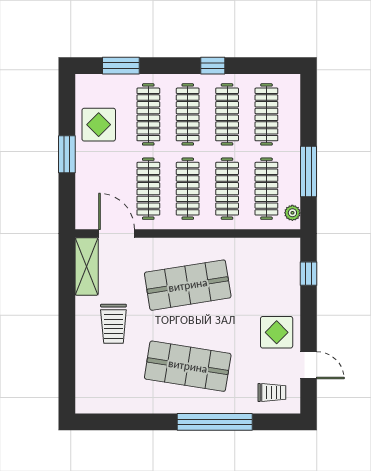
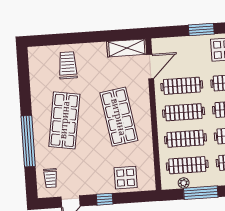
plant: (292, 213) -> (184, 183), moved
window: (308, 274) -> (105, 199), moved
trolley: (113, 324) -> (68, 65), moved, turned 90
display table: (277, 332) -> (126, 178), moved

